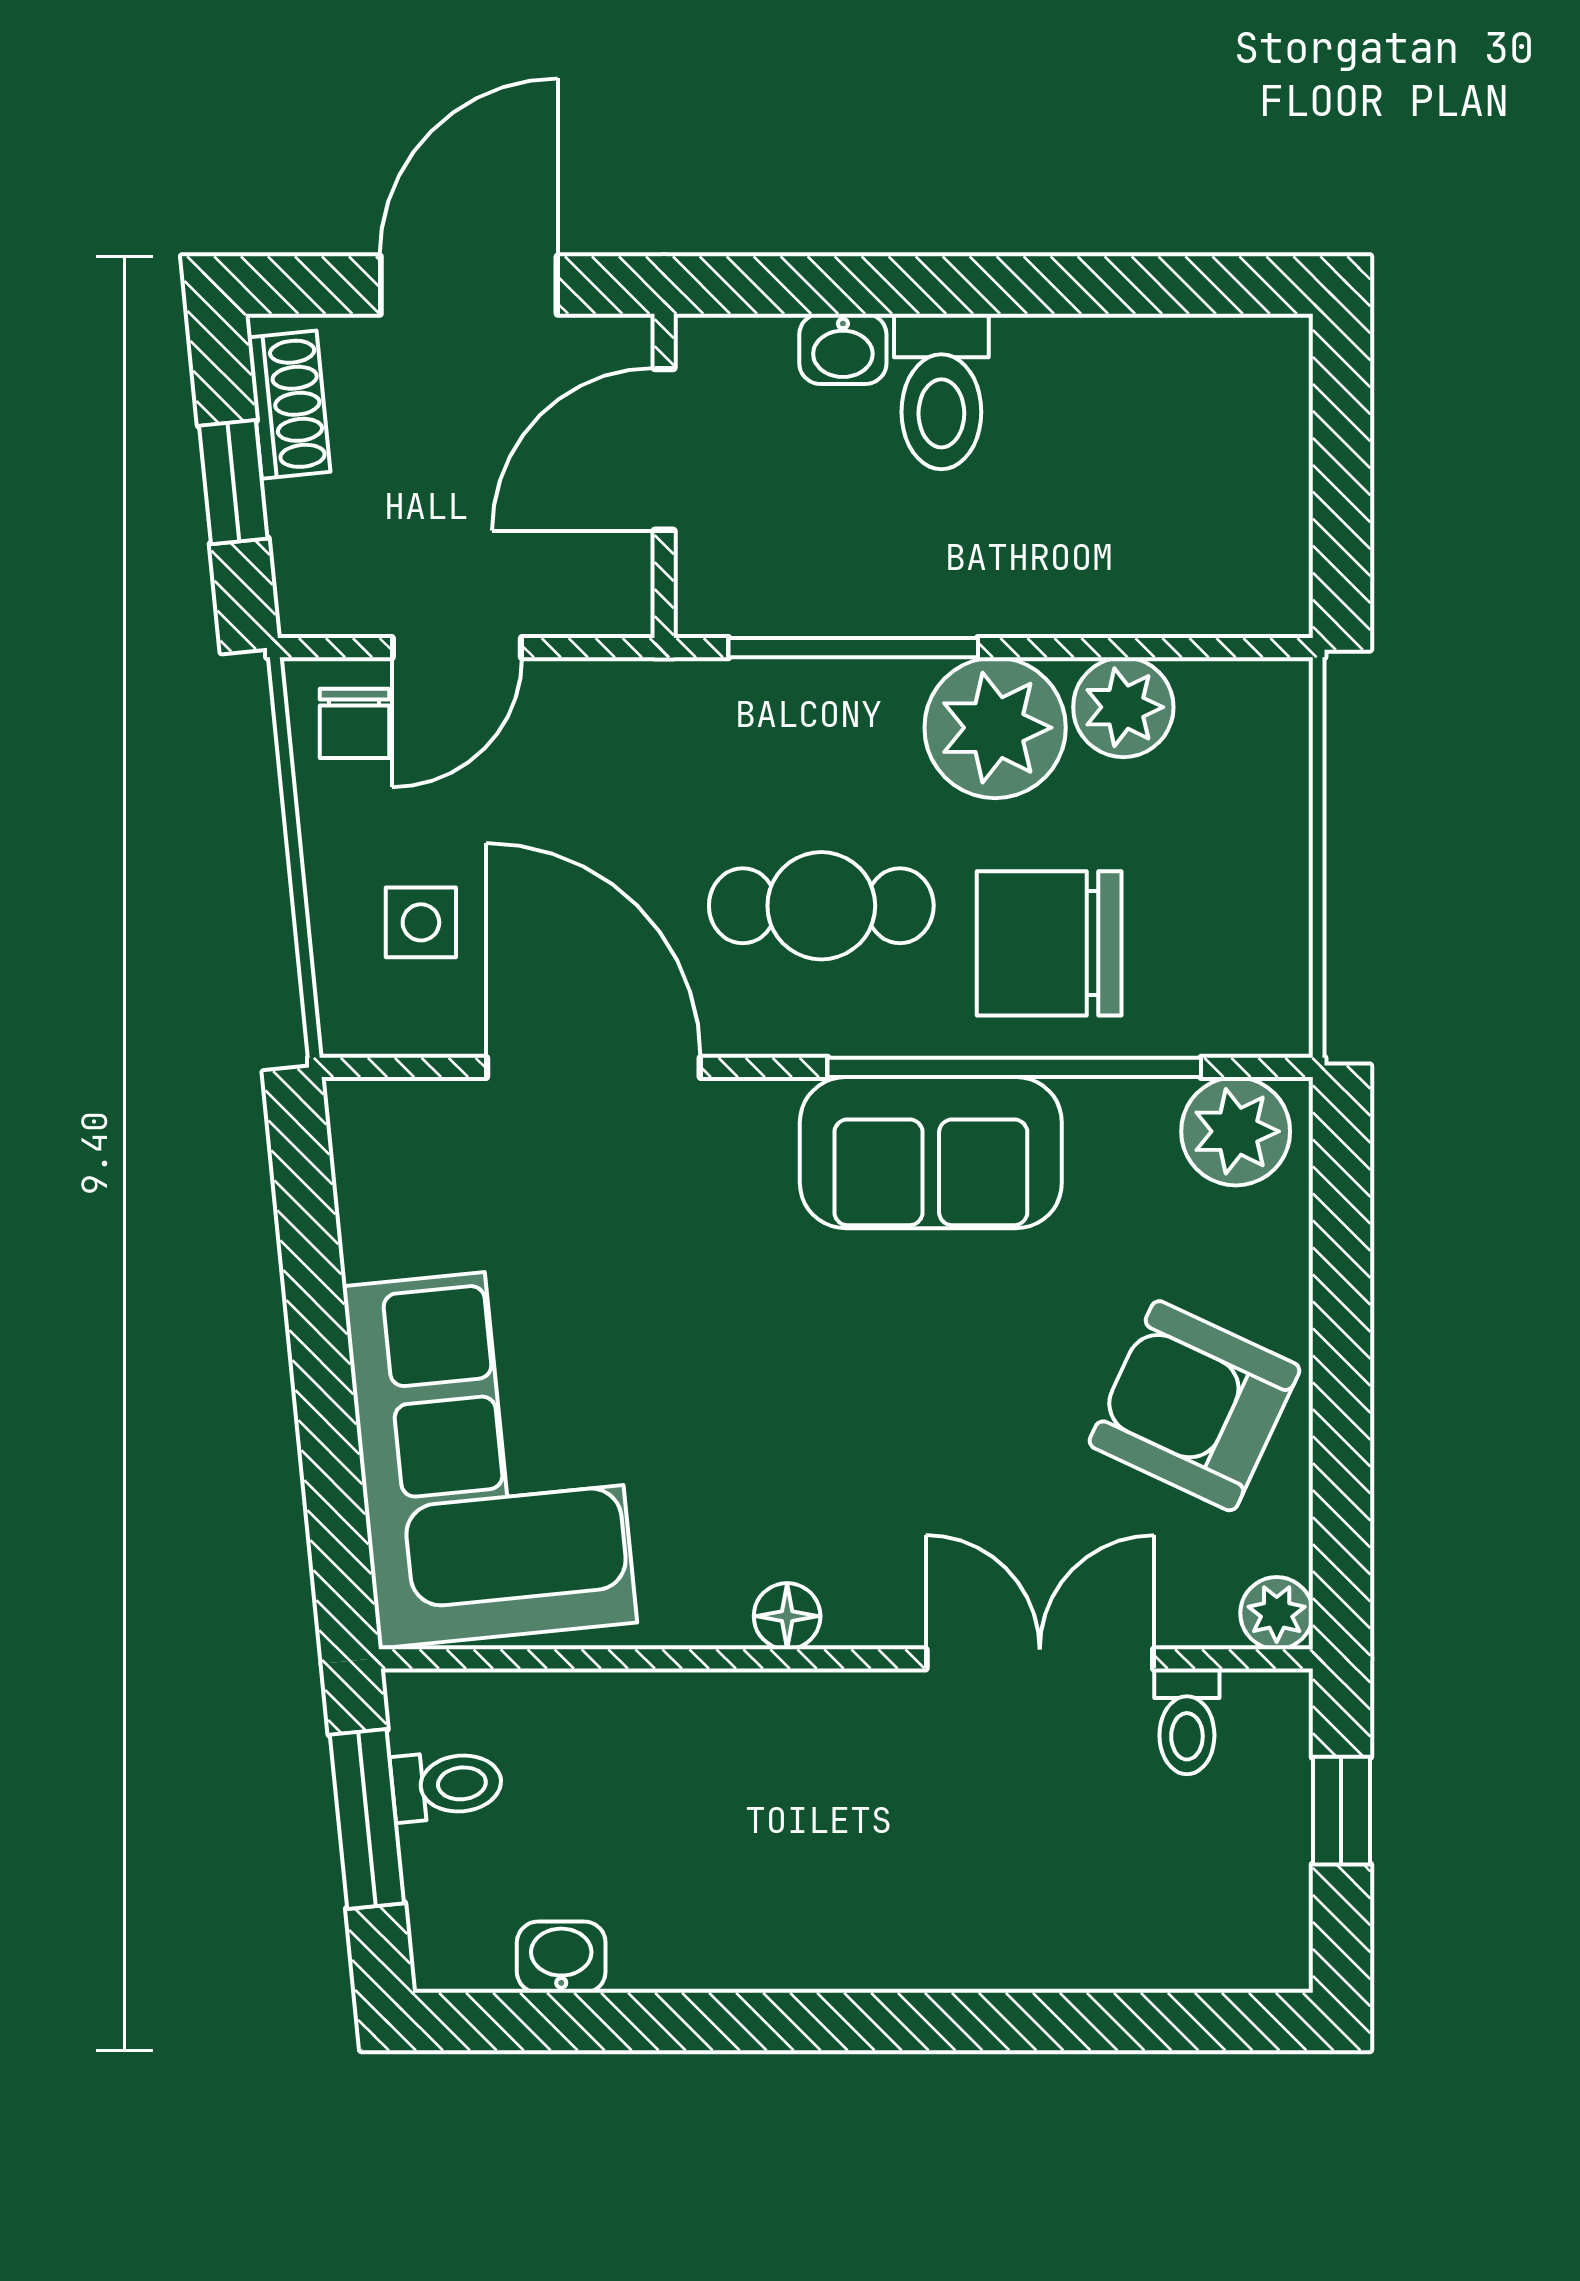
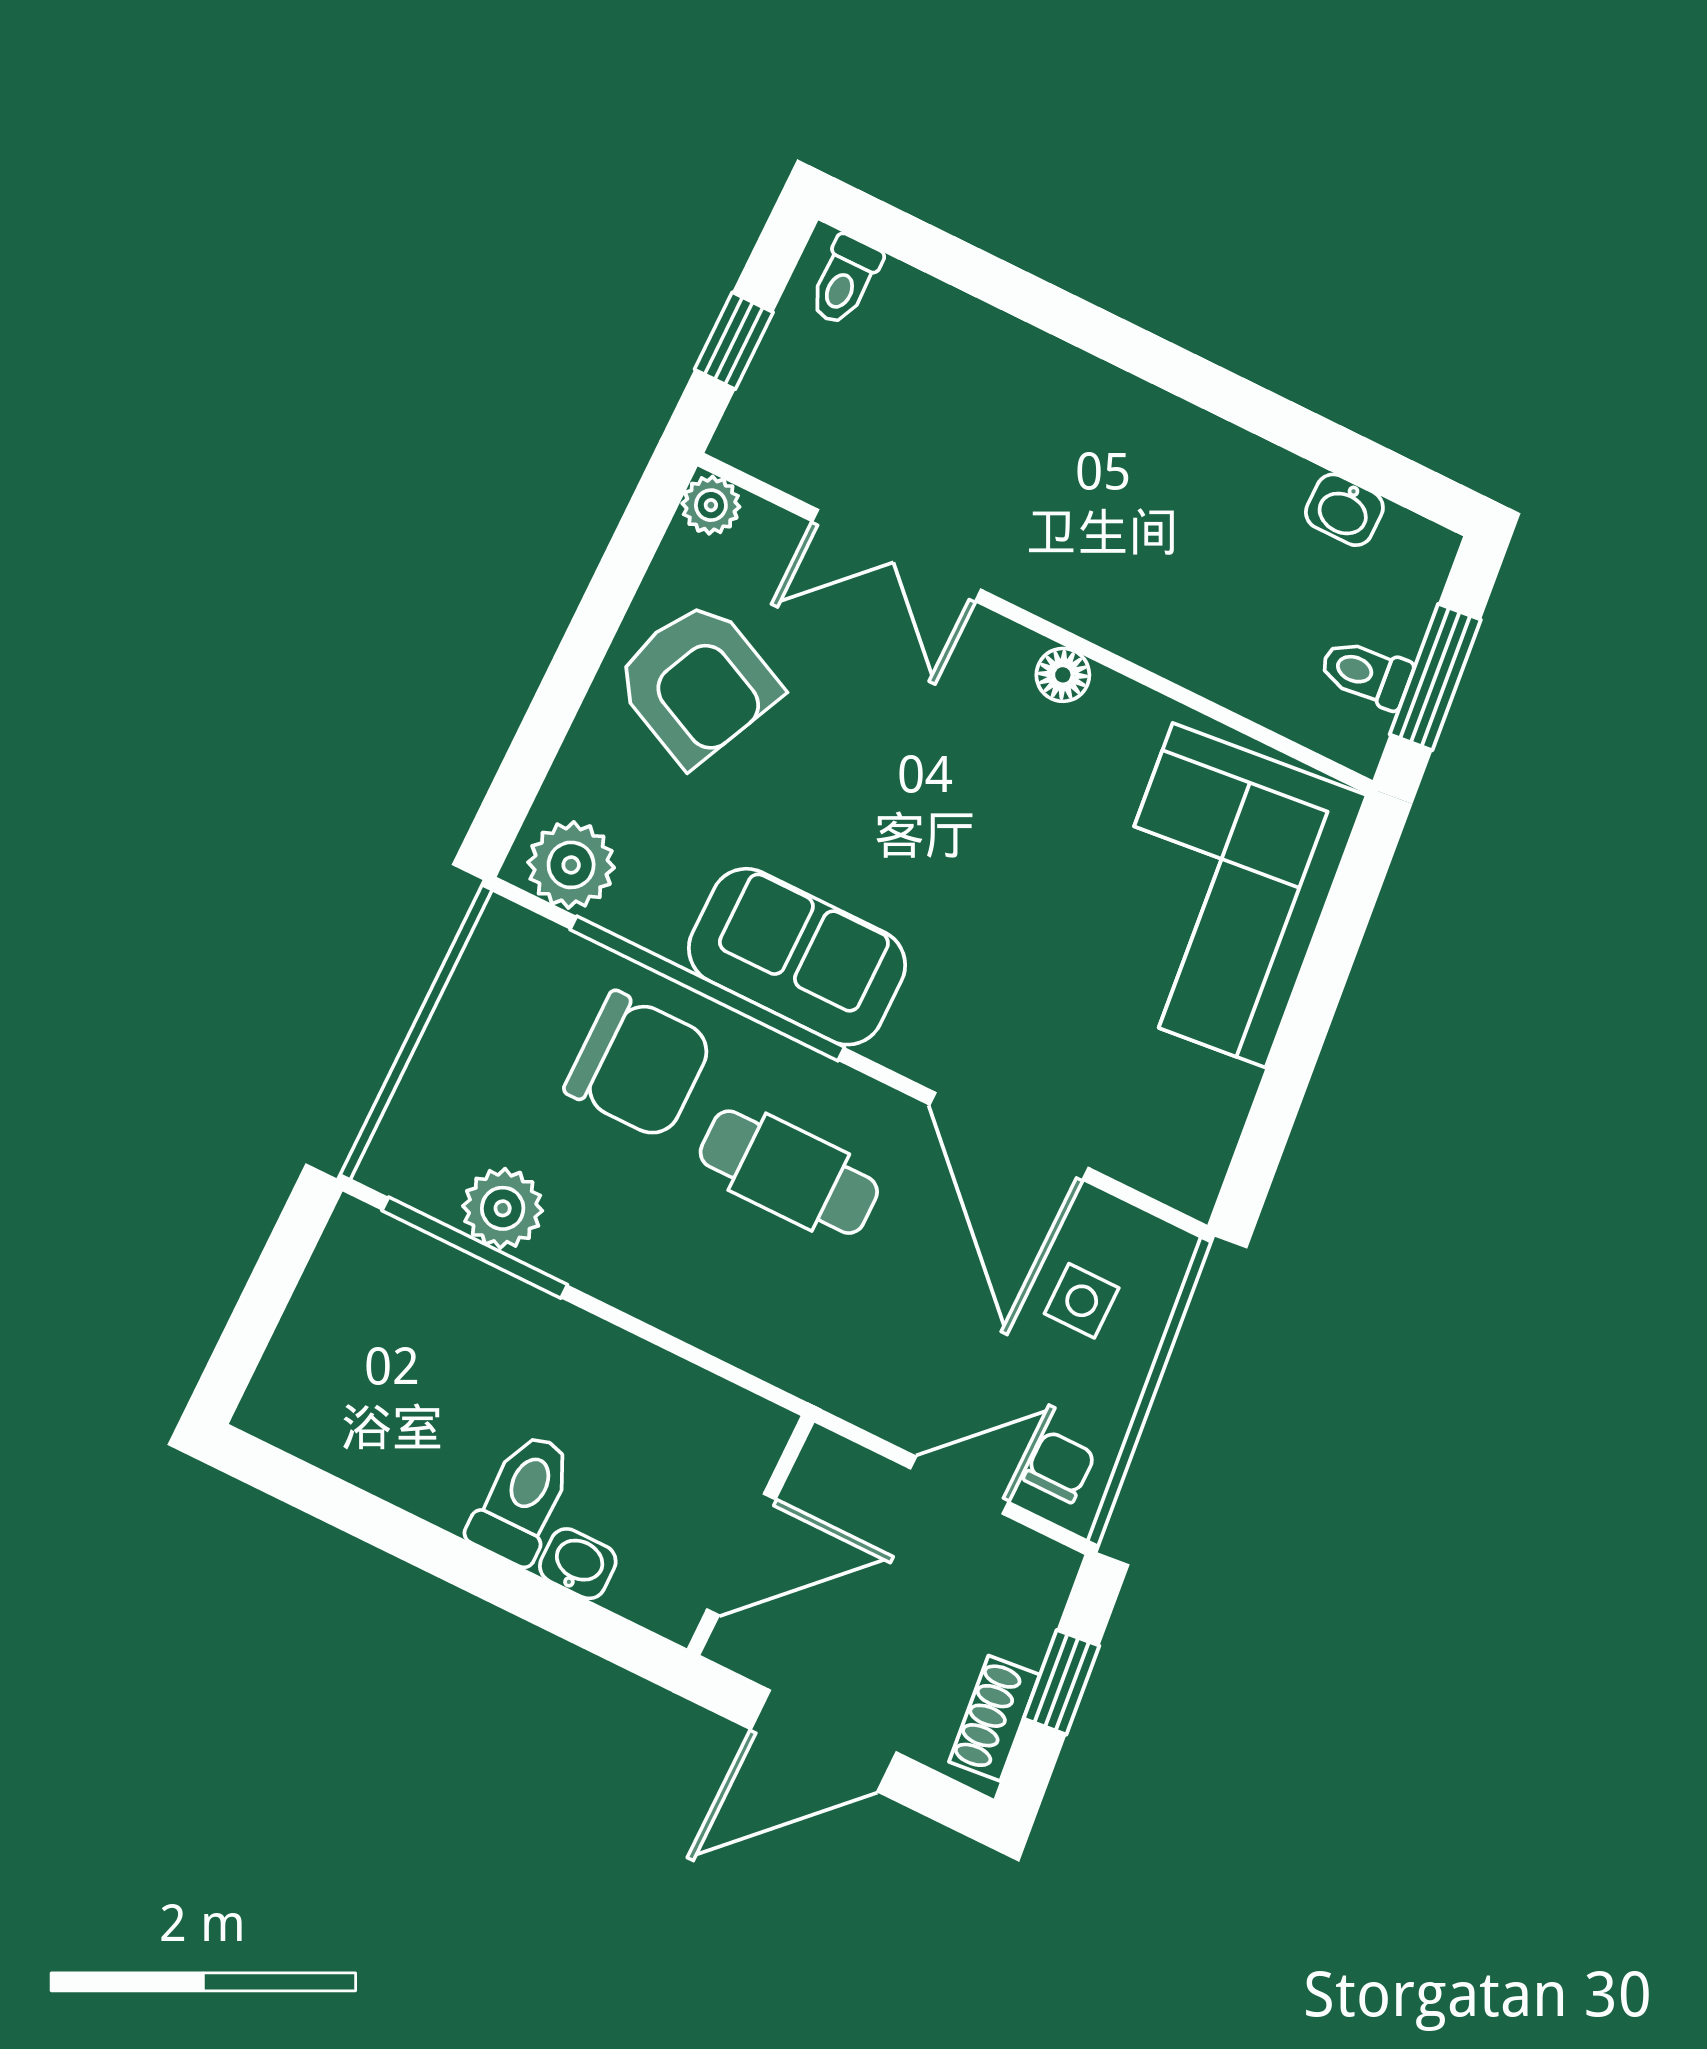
window: (853, 648) -> (475, 1248), moved
plant: (995, 728) -> (602, 1239), removed
toilet: (1187, 1721) -> (845, 280), moved, turned 180

